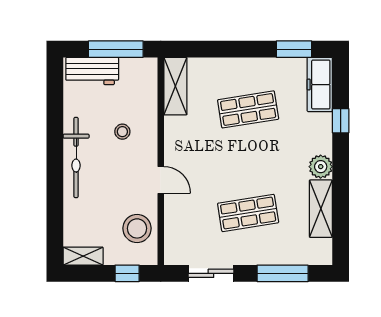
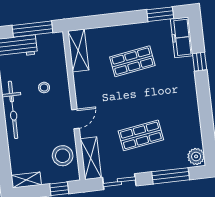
plant: (321, 167) -> (196, 156), moved
door: (161, 180) -> (76, 119), hinge flipped
shelving: (321, 209) -> (91, 158), moved

